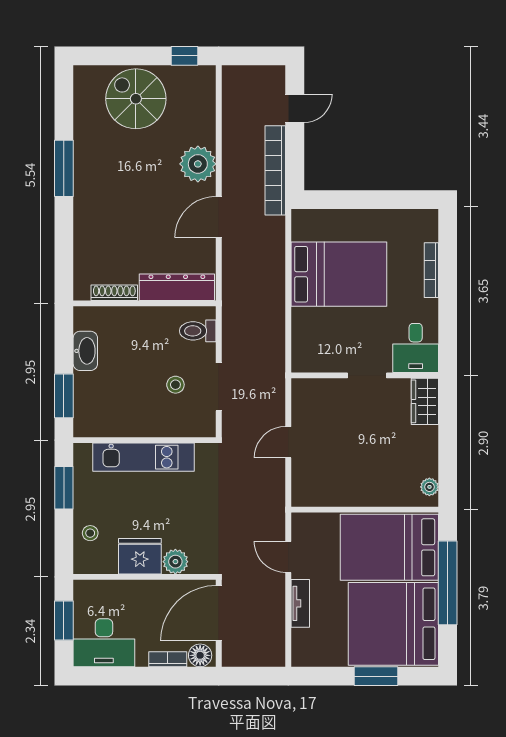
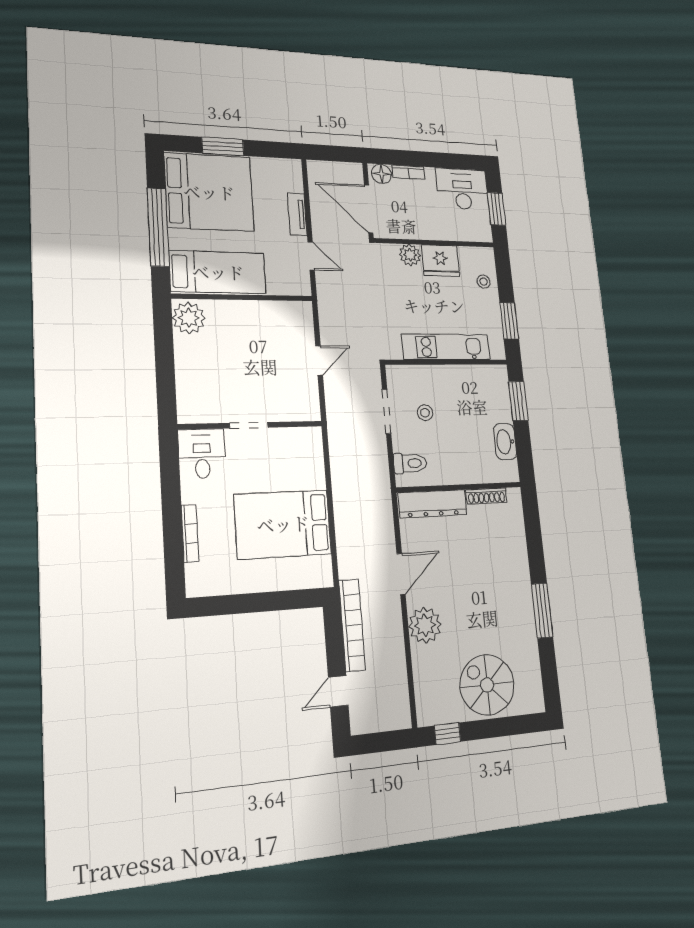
spiral stairs: (136, 99) -> (487, 685), turned 180
wardrobe: (425, 401) -> (190, 401), removed
plant: (429, 487) -> (189, 318), width x1.88, depth x1.88
bed: (389, 547) -> (218, 272), width x0.67
door: (219, 613) -> (369, 209), swing flipped

